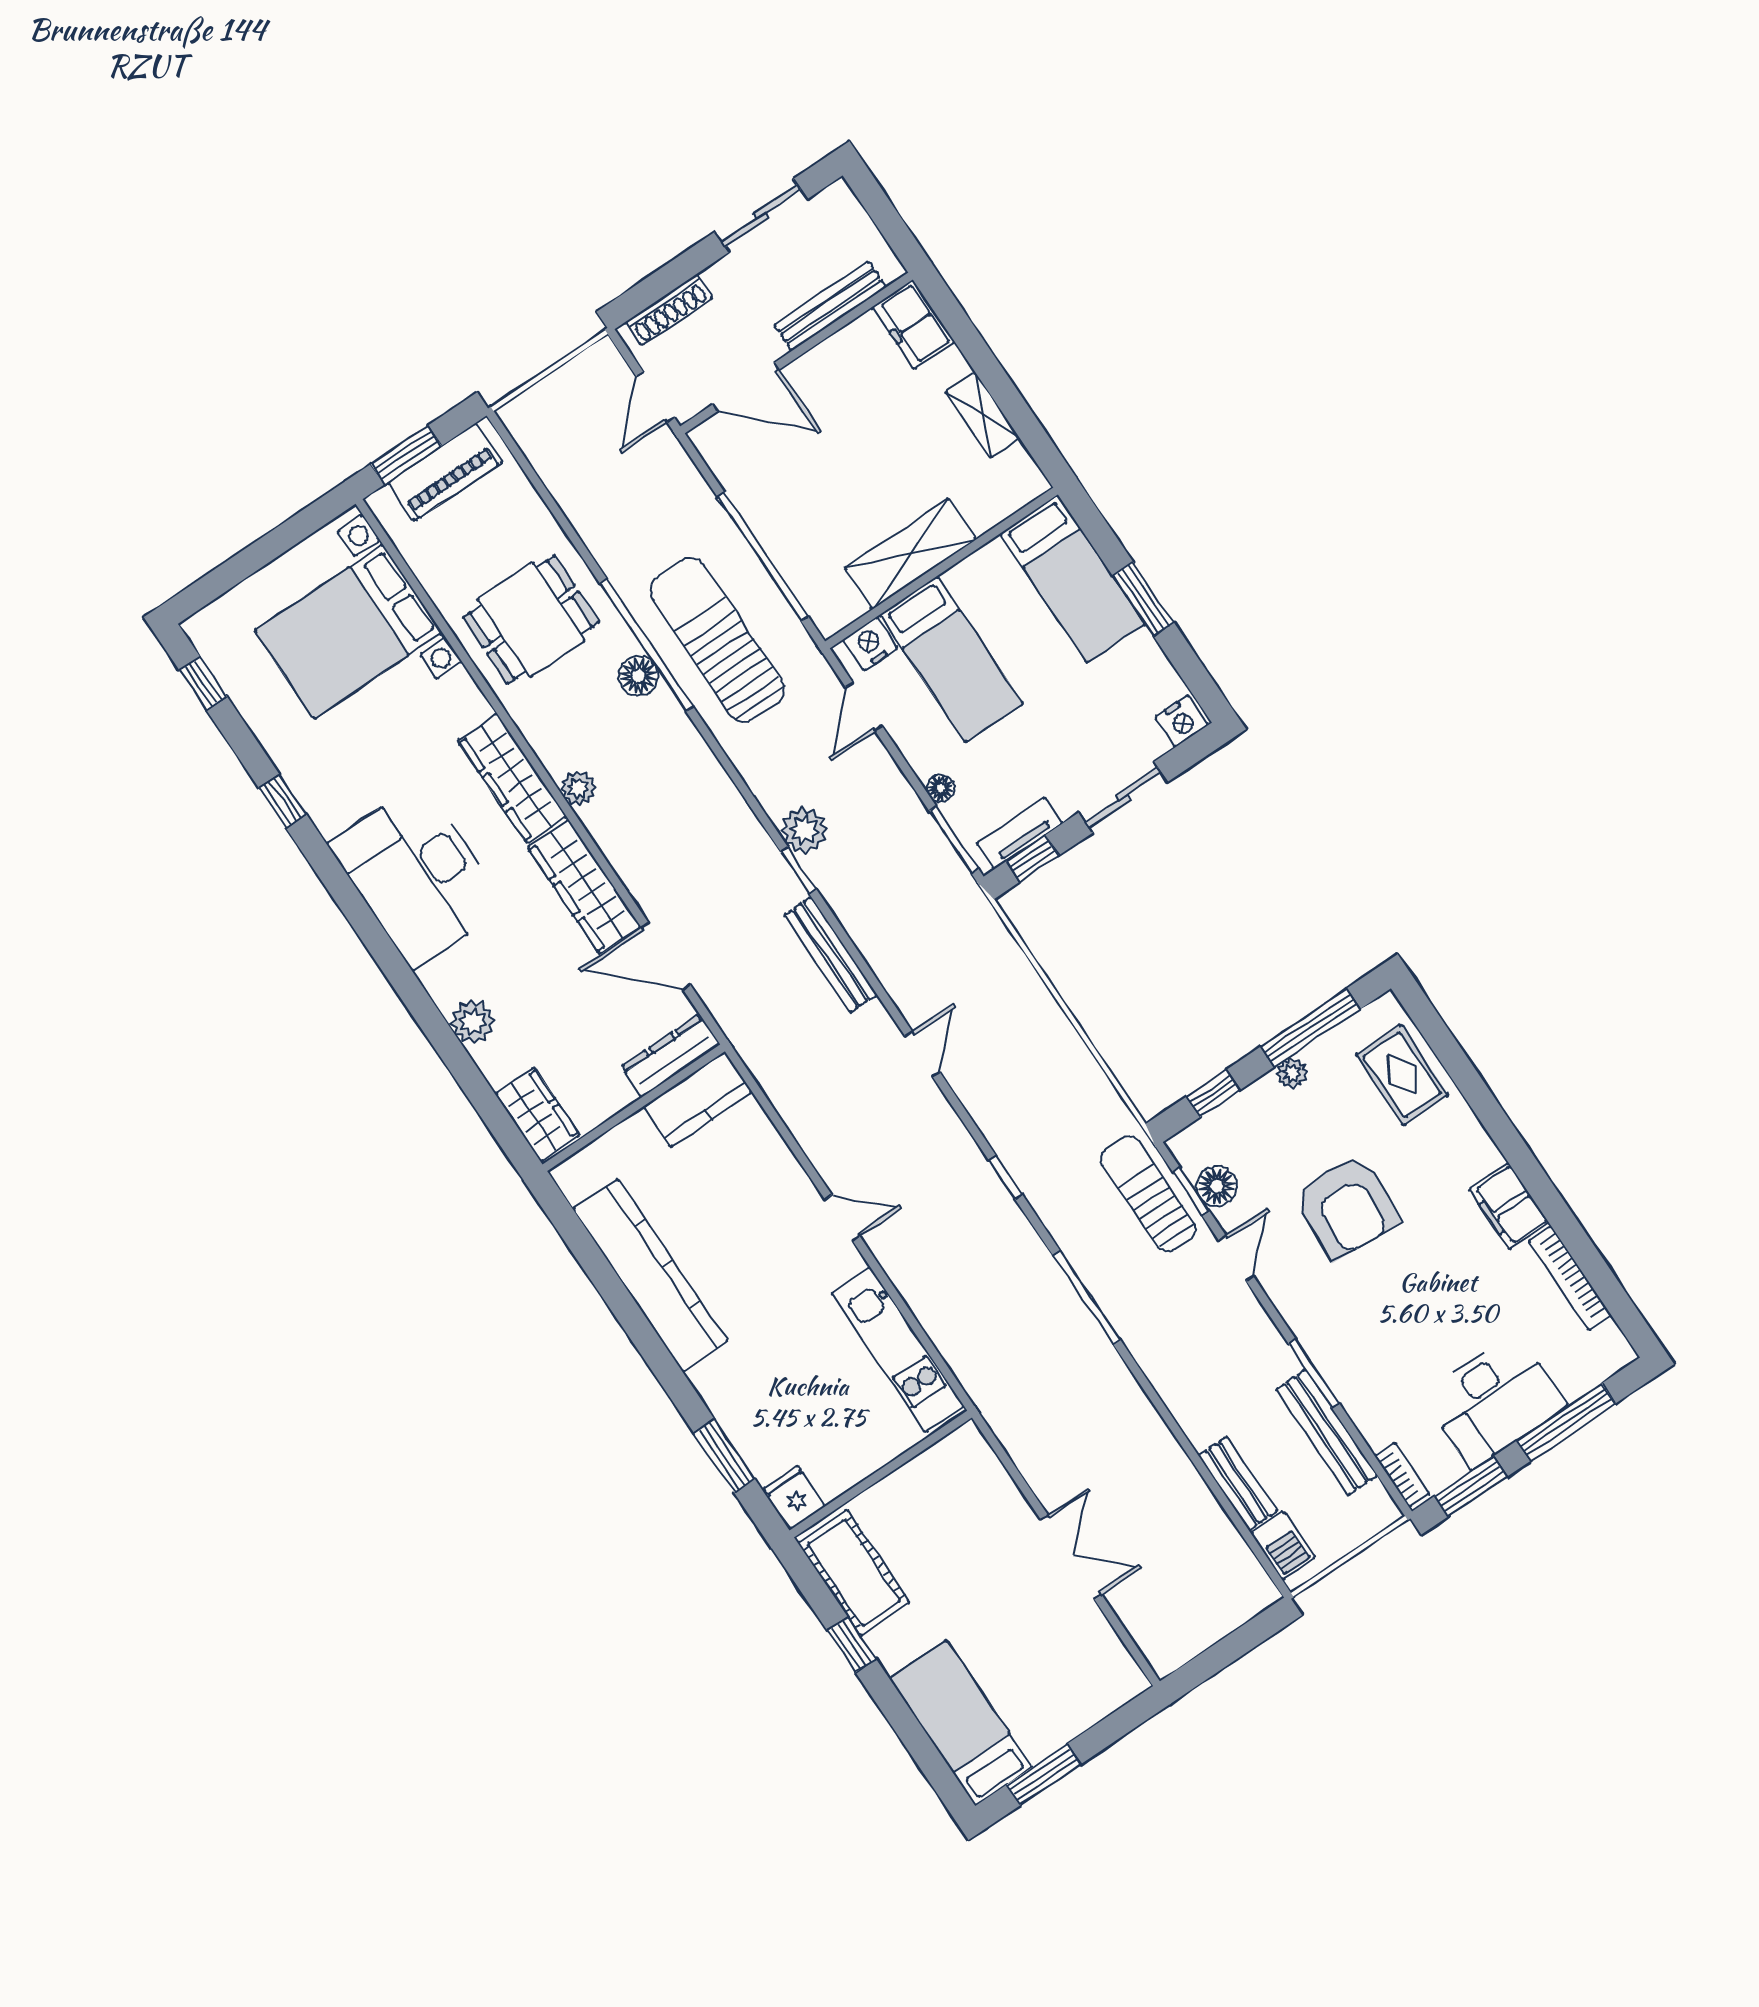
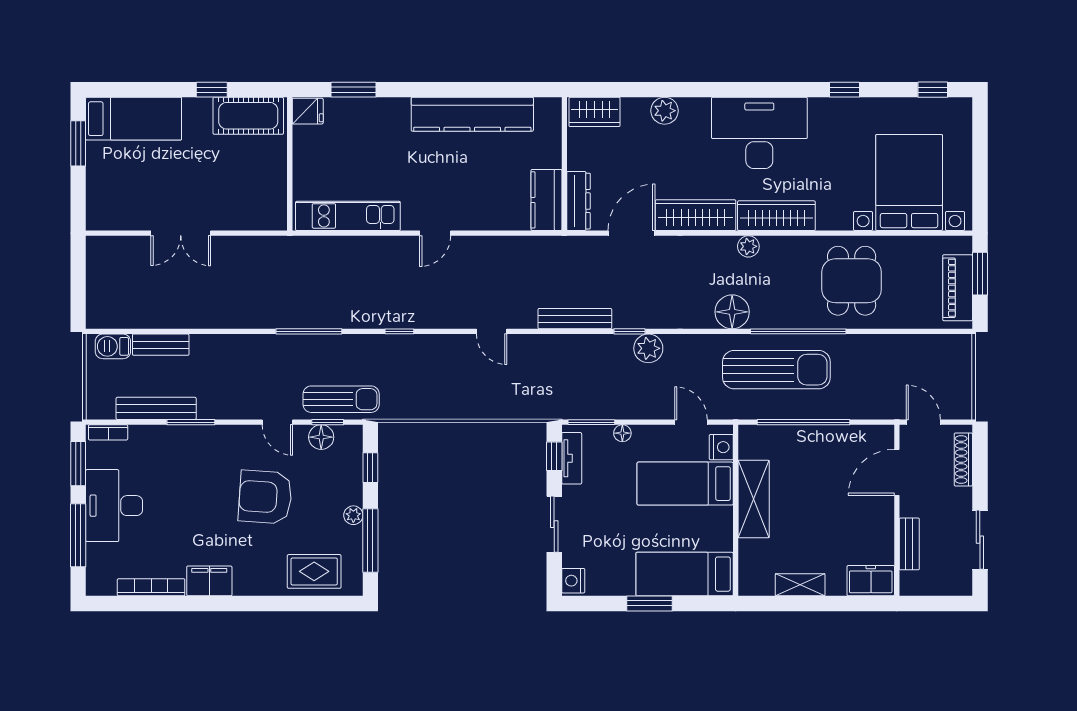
bench: (830, 306) -> (909, 544), width x0.73
floor lamp: (638, 676) -> (732, 312), moved, width x1.38, depth x1.38

